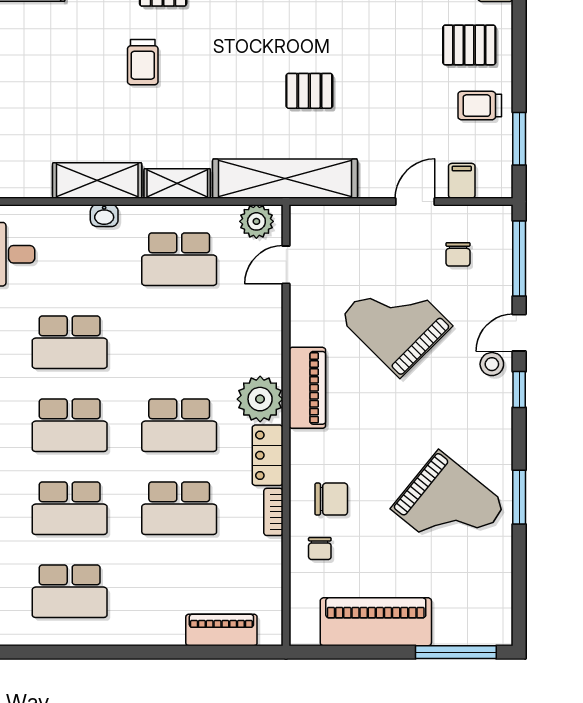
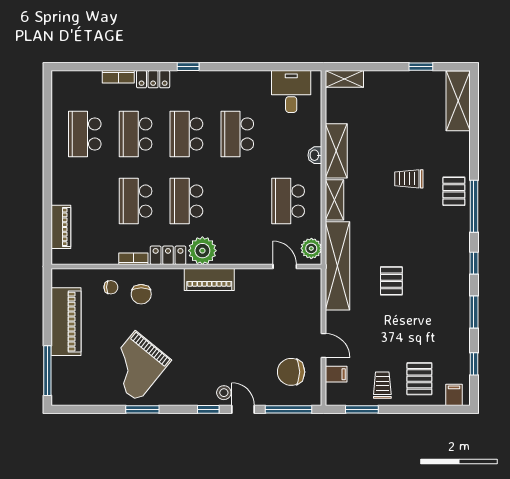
chair: (458, 254) -> (291, 372), width x1.87, depth x1.87
grand piano: (396, 322) -> (250, 334), removed
chair: (320, 549) -> (111, 287), turned 180

